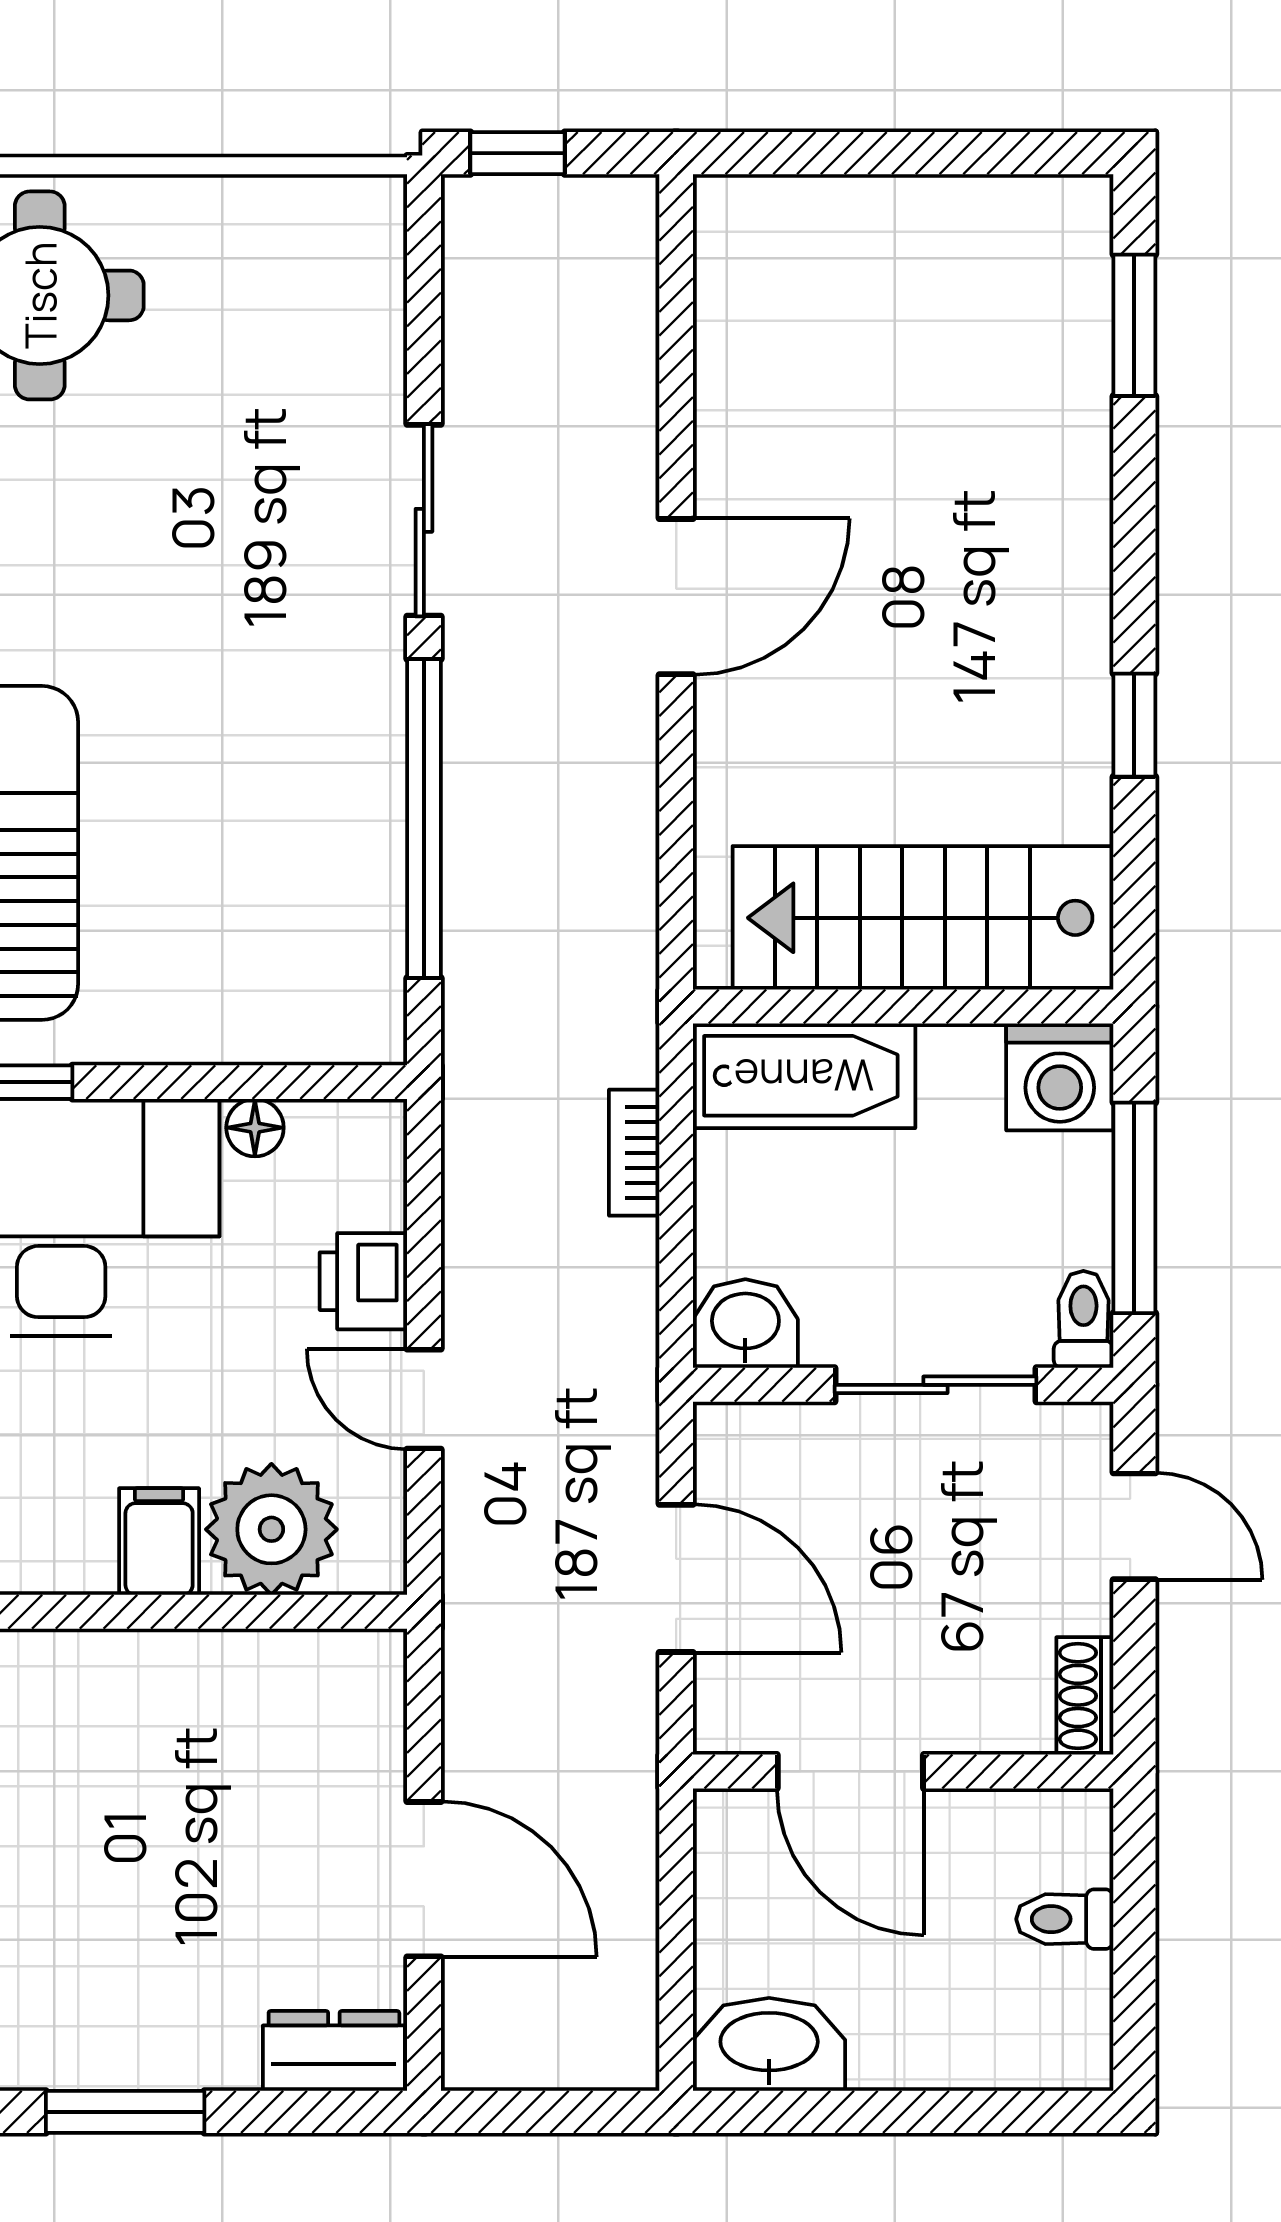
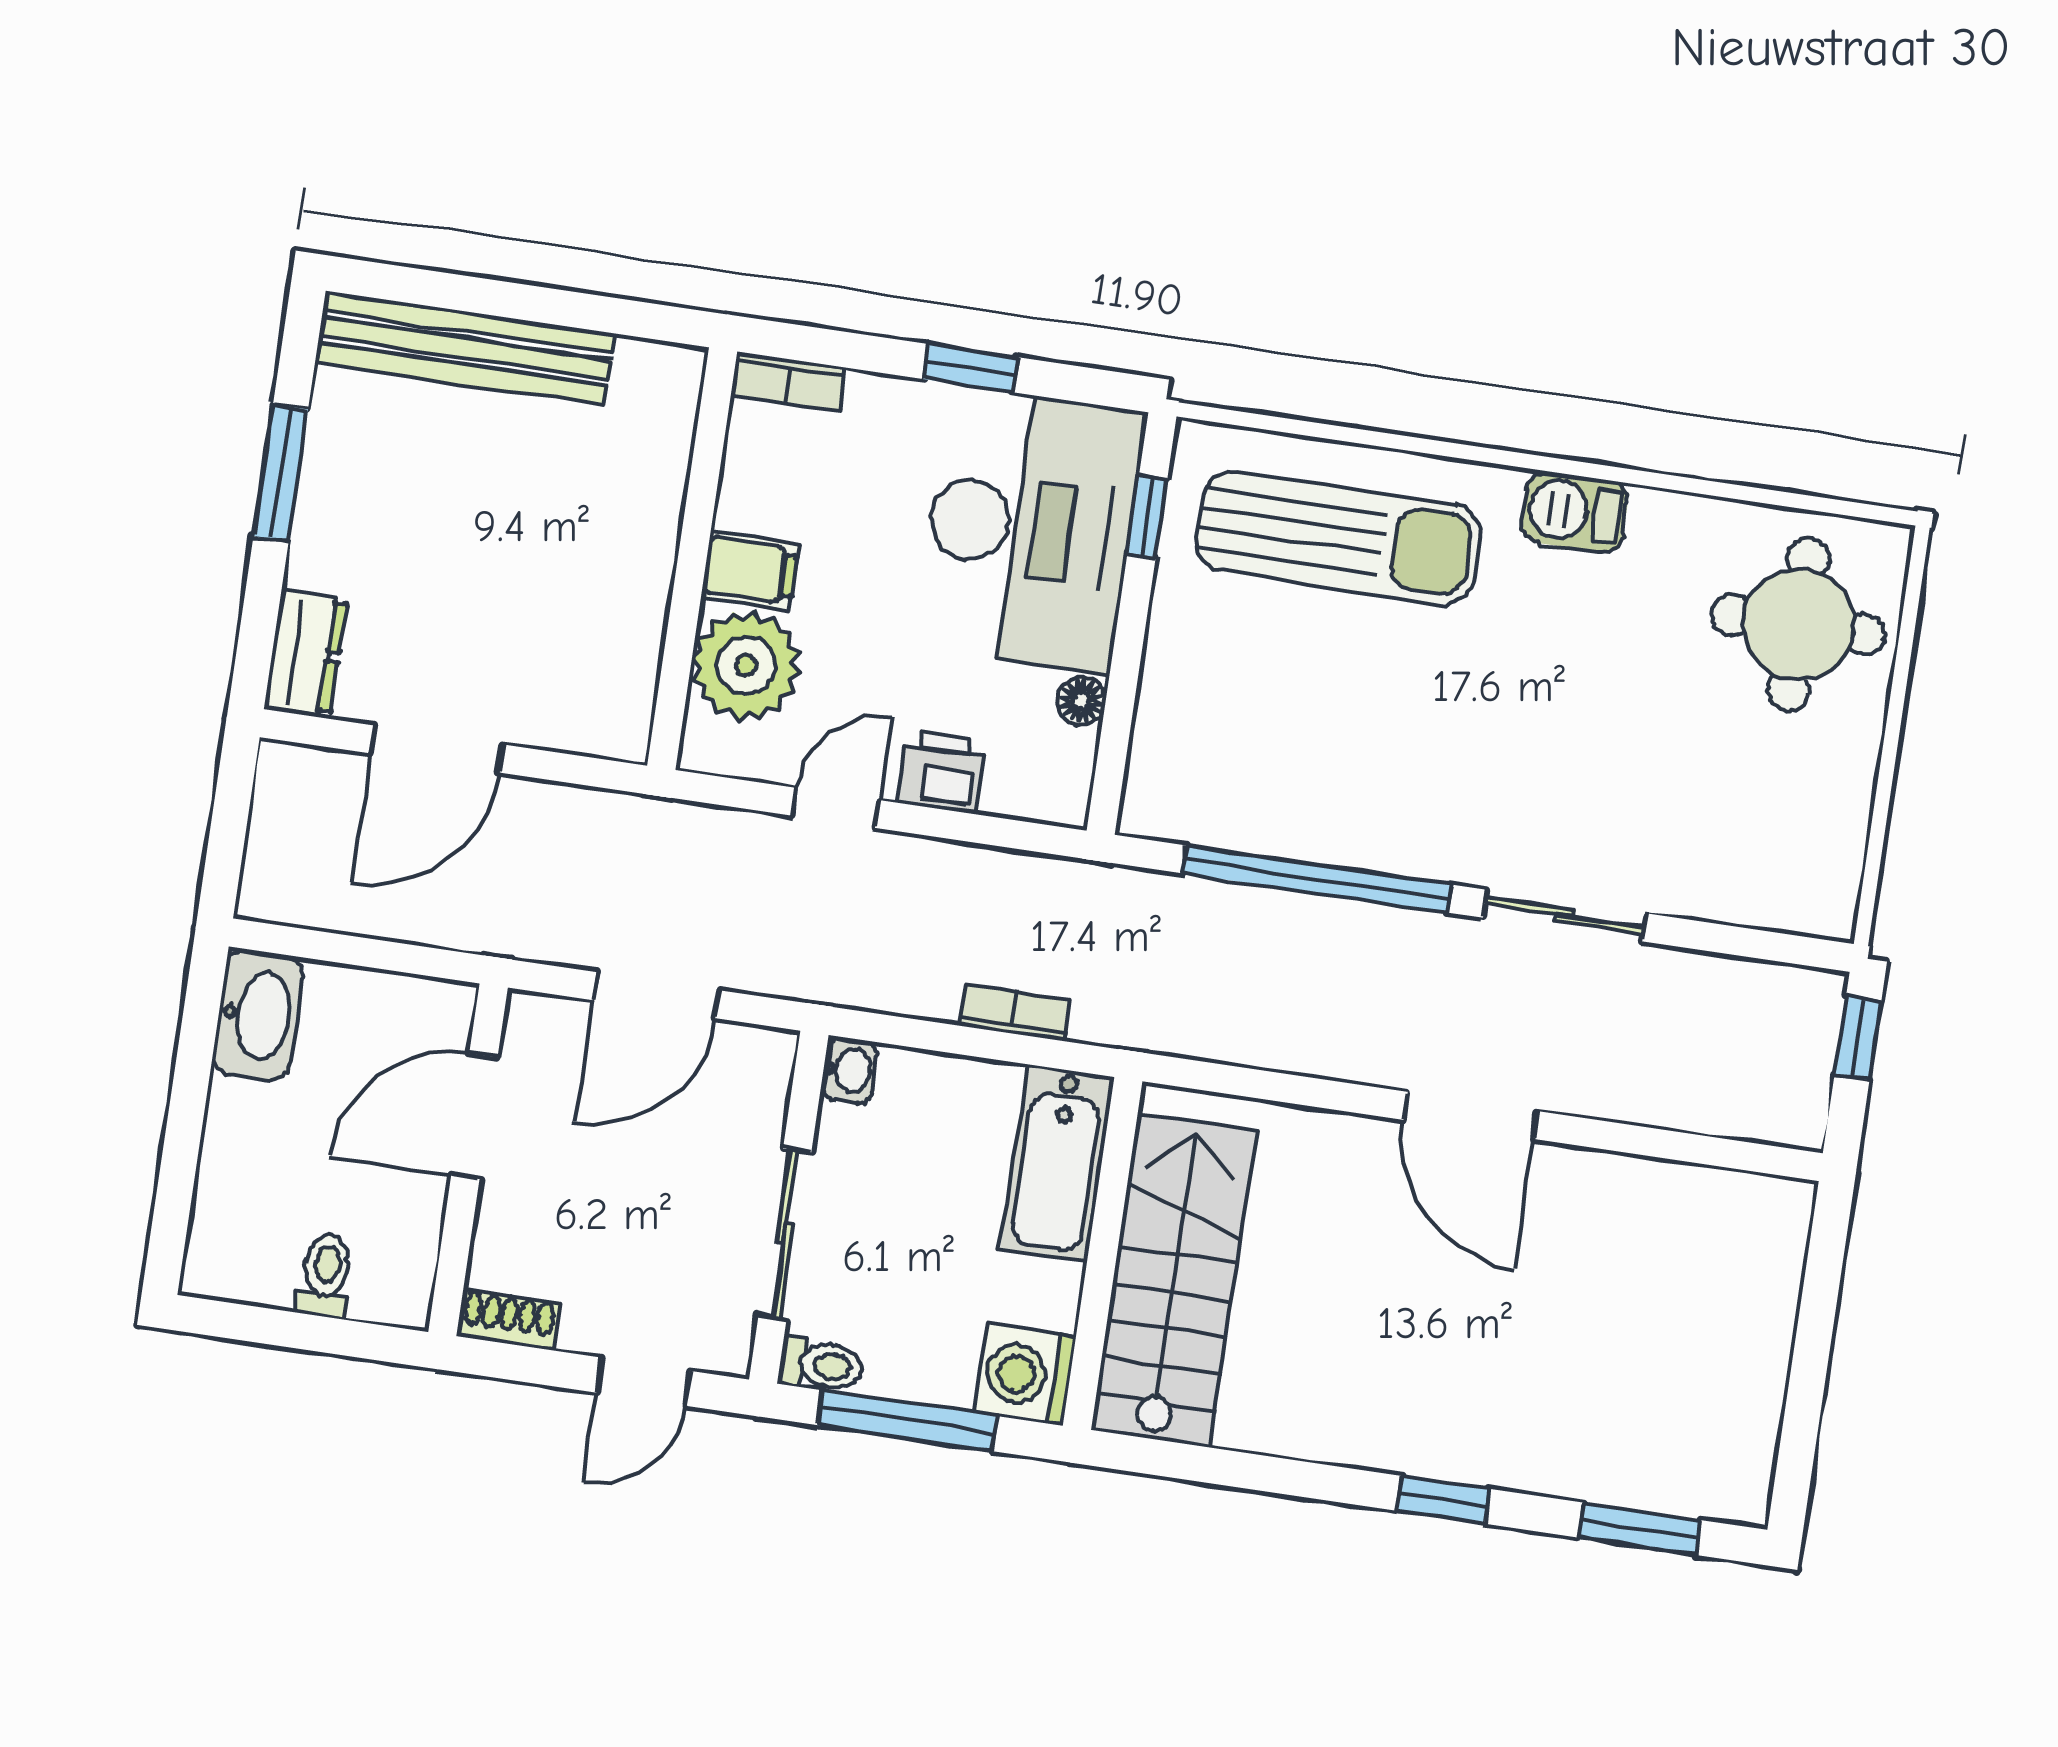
window: (1134, 725) -> (1443, 1500), moved
washbasin: (745, 1324) -> (849, 1070), width x0.72, depth x0.69

